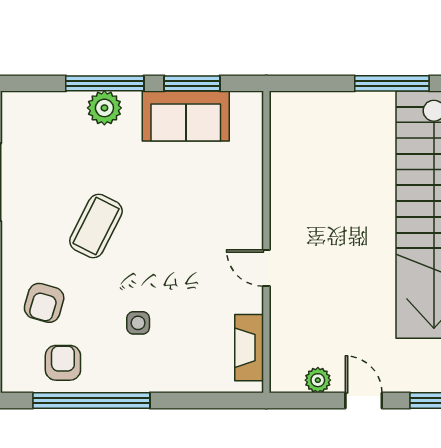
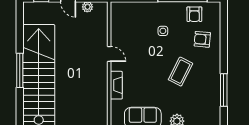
armchair: (44, 303) -> (202, 39), turned -101
fireplace: (249, 348) -> (116, 85), moved

